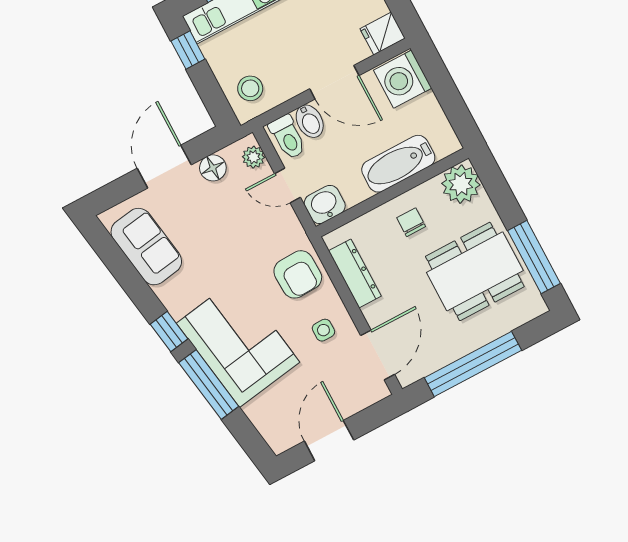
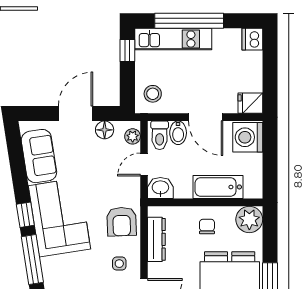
door: (288, 185) -> (144, 165), hinge flipped
corner sofa: (238, 343) -> (59, 217), moved

